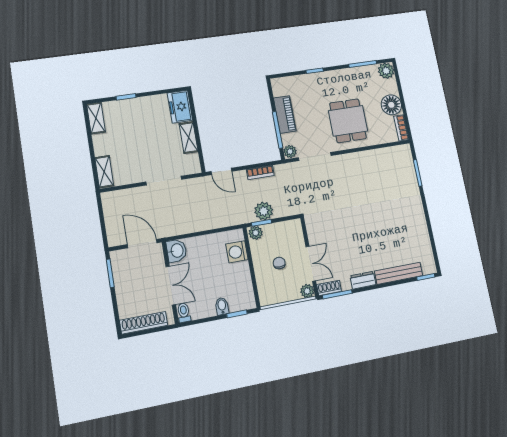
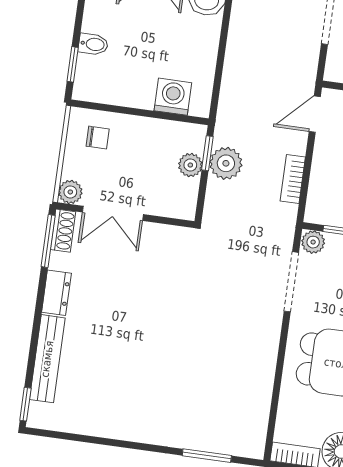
plant: (256, 233) -> (190, 165), moved
chair: (279, 263) -> (98, 138), moved

